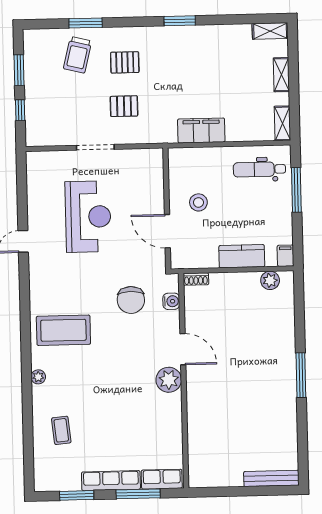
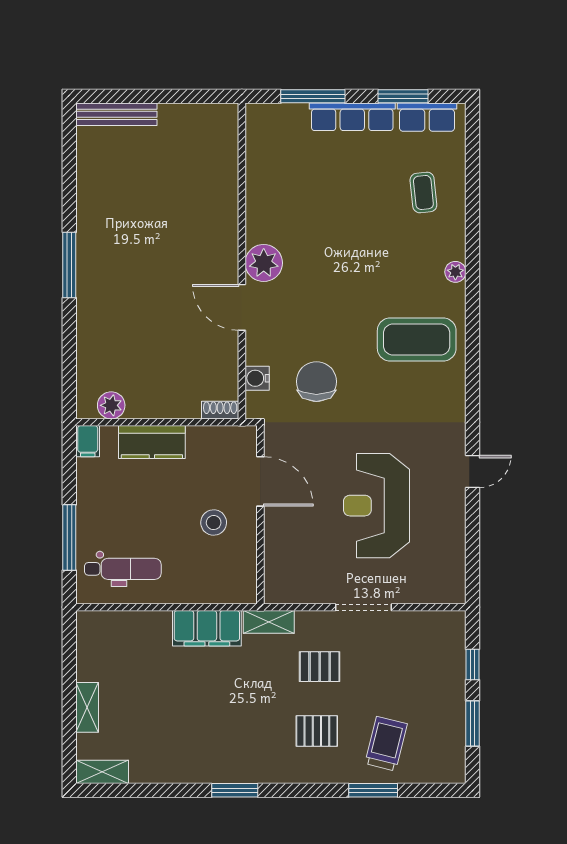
shelving: (282, 123) -> (269, 622), moved, turned 90
row of seats: (162, 479) -> (427, 117), moved

